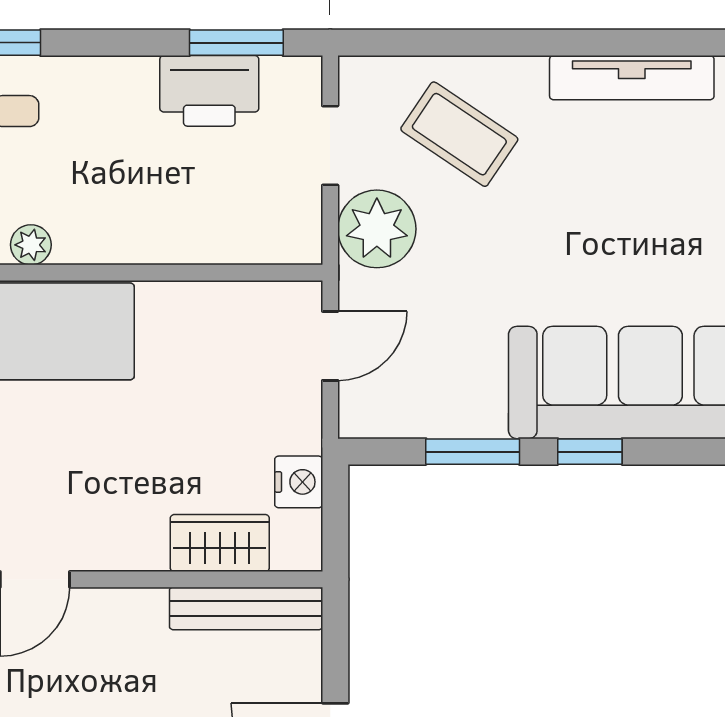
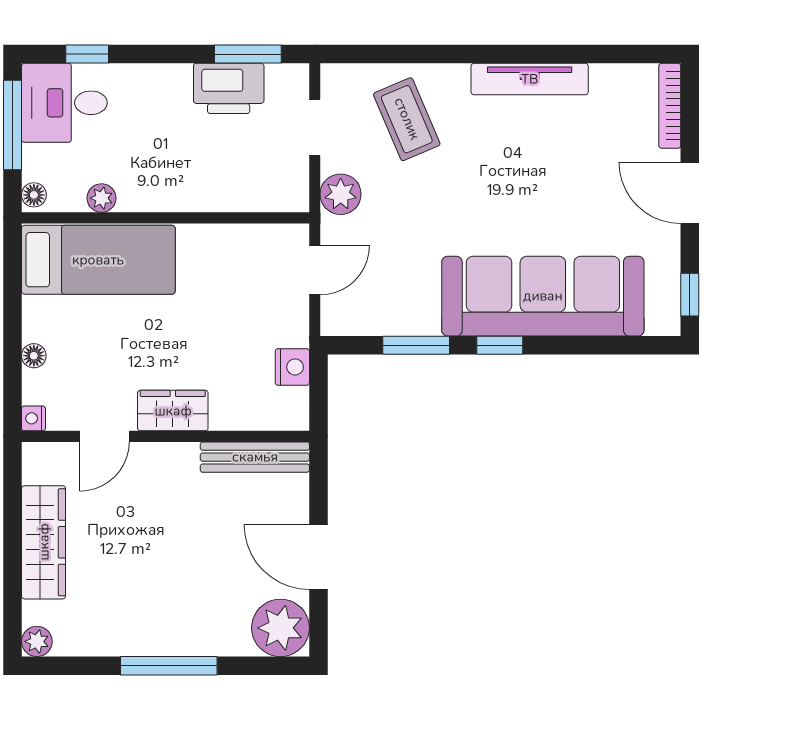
coffee table: (459, 134) -> (407, 119), turned 33
plant: (377, 229) -> (341, 194), width x0.73, depth x0.73
wardrobe: (220, 543) -> (173, 411), moved

